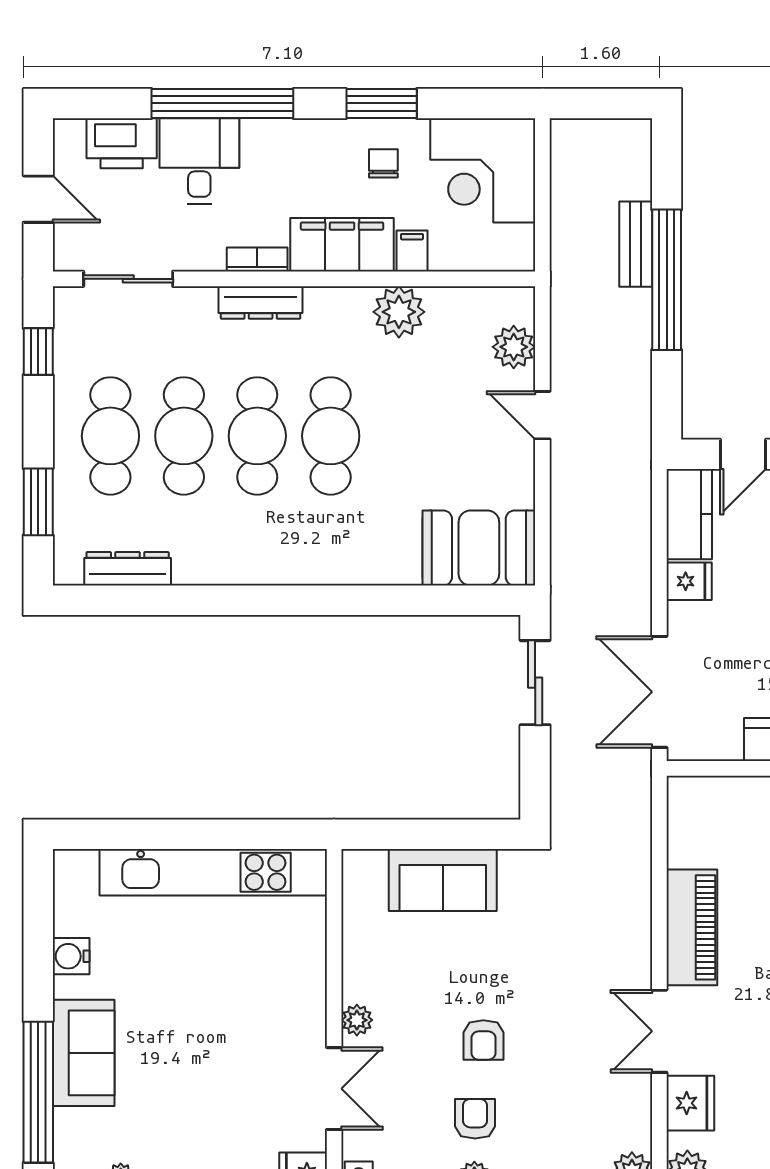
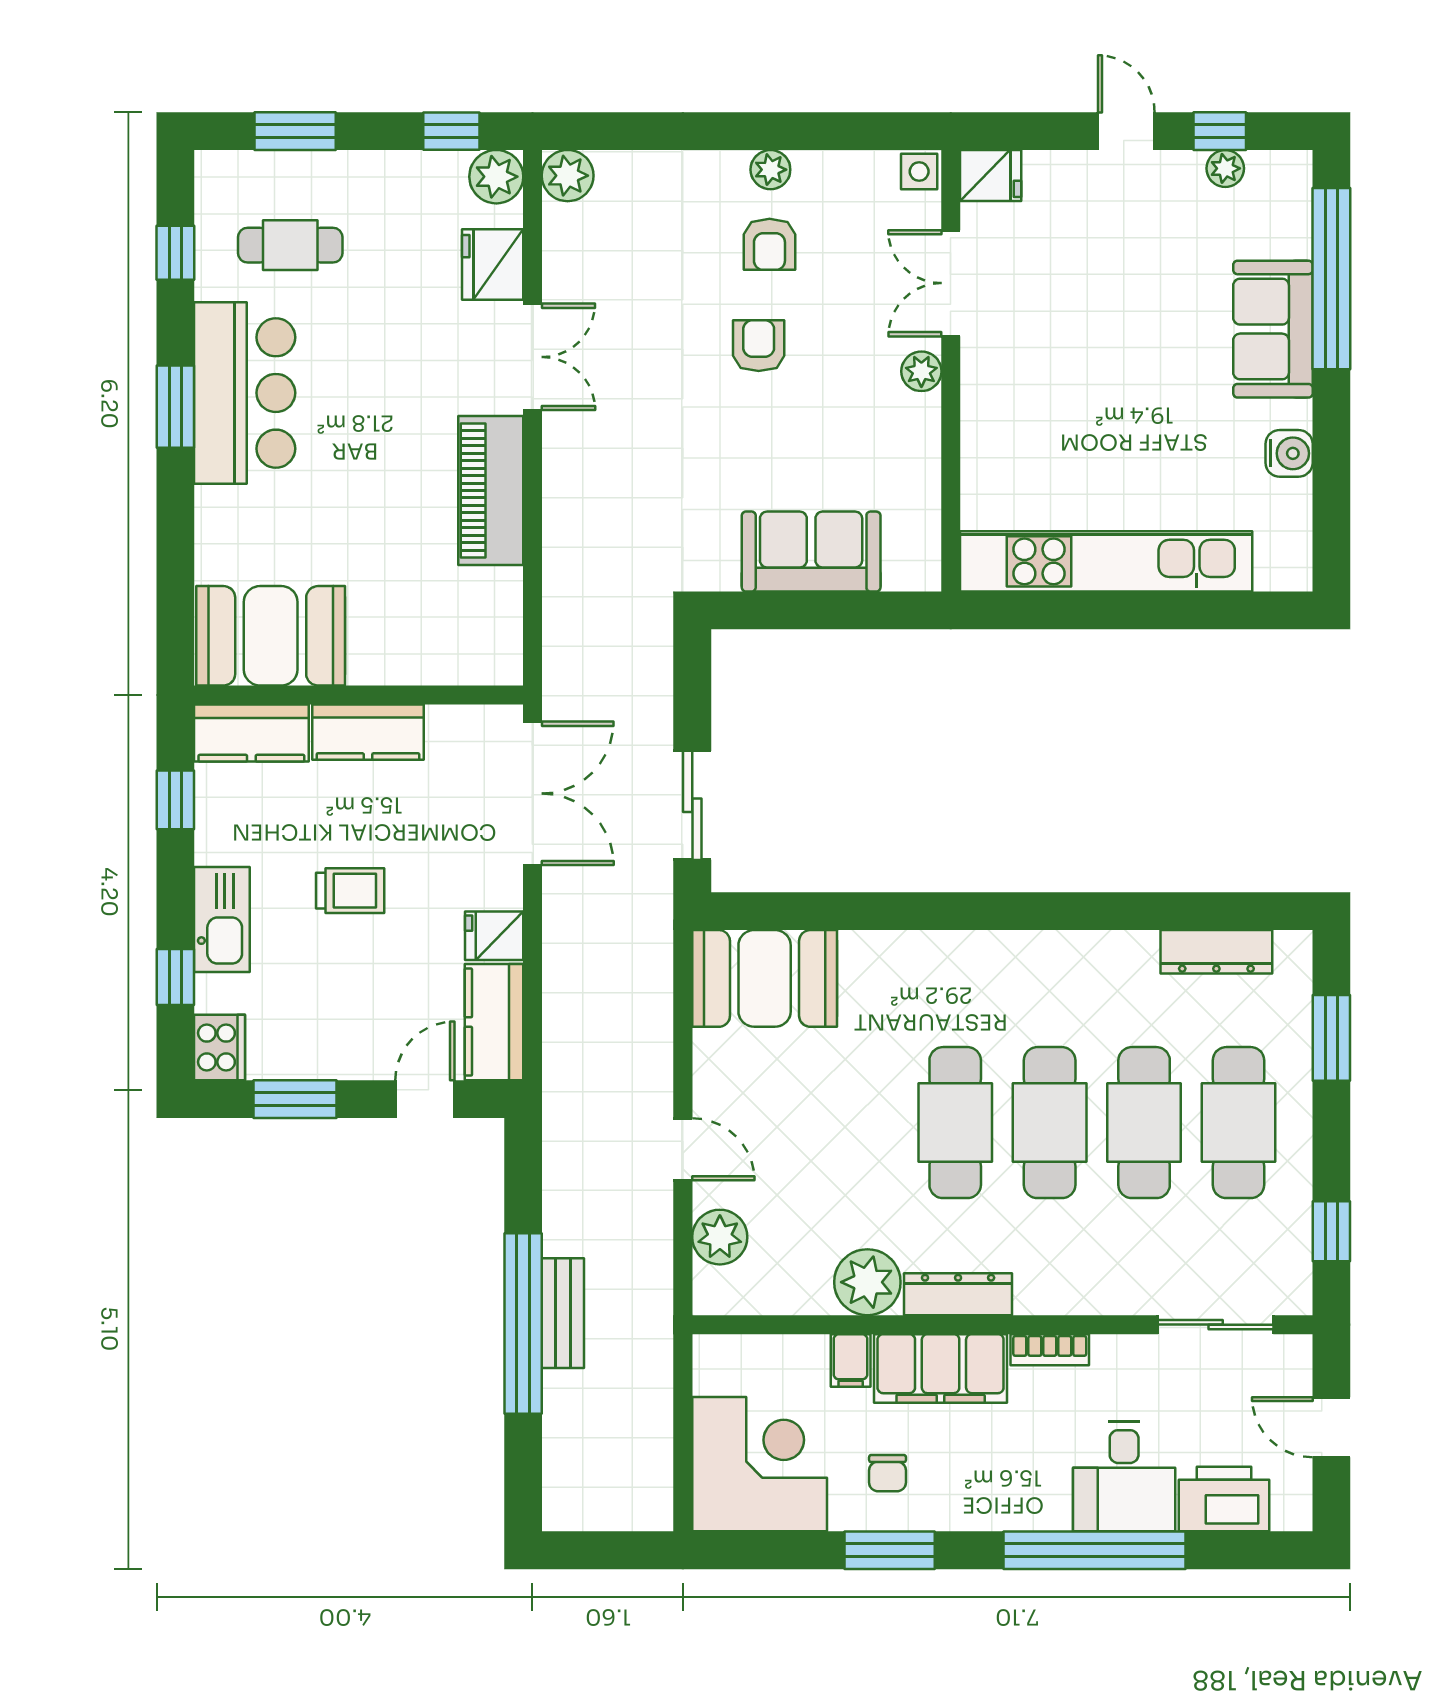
bench: (636, 244) -> (563, 1313), moved
dresser: (261, 303) -> (958, 1294), moved

